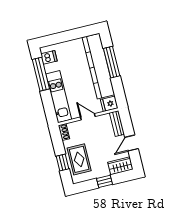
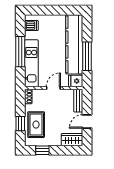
window: (112, 62) -> (87, 56), moved
window: (41, 74) -> (20, 52), moved
door: (88, 117) -> (53, 88), hinge flipped
window: (104, 181) -> (42, 150), moved

